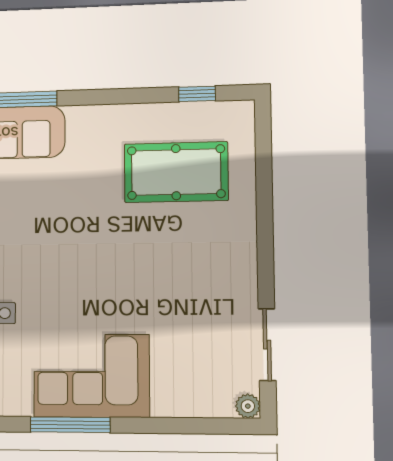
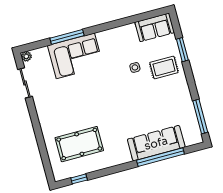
corner sofa: (91, 376) -> (75, 56), moved
window: (70, 425) -> (67, 37), moved

